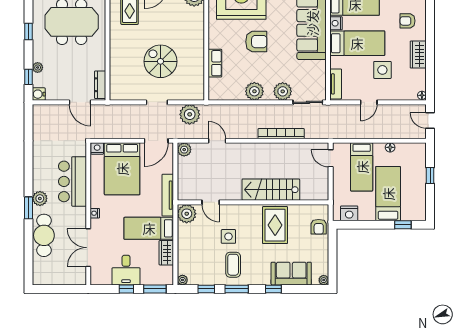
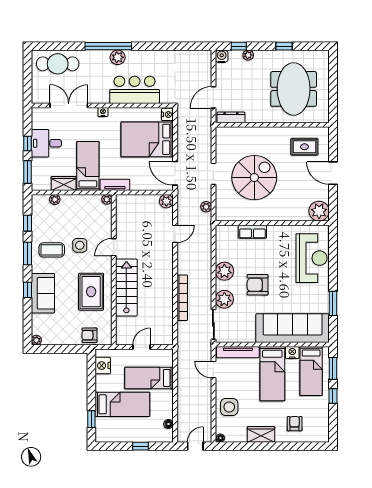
armchair: (256, 42) -> (258, 285), moved, turned 90
spiral stairs: (160, 61) -> (254, 178), width x1.37, depth x1.37
side table: (382, 70) -> (229, 407), moved
tv unit: (336, 84) -> (238, 352), width x1.41
door: (369, 102) -> (213, 369), moved
plant: (190, 114) -> (206, 207), width x0.53, depth x0.53
floor lamp: (390, 147) -> (168, 424), moved
door: (331, 158) -> (141, 347), moved
tv unit: (168, 195) -> (115, 185), width x0.71
door: (211, 202) -> (114, 247), moved
window: (29, 208) -> (108, 46), width x2.11
plant: (187, 214) -> (107, 199), width x0.53, depth x0.53
rug: (275, 225) -> (91, 292), turned 90
cafe table: (44, 235) -> (58, 64), moved
sofa: (291, 274) -> (43, 293), moved
plant: (182, 280) -> (55, 199), moved

